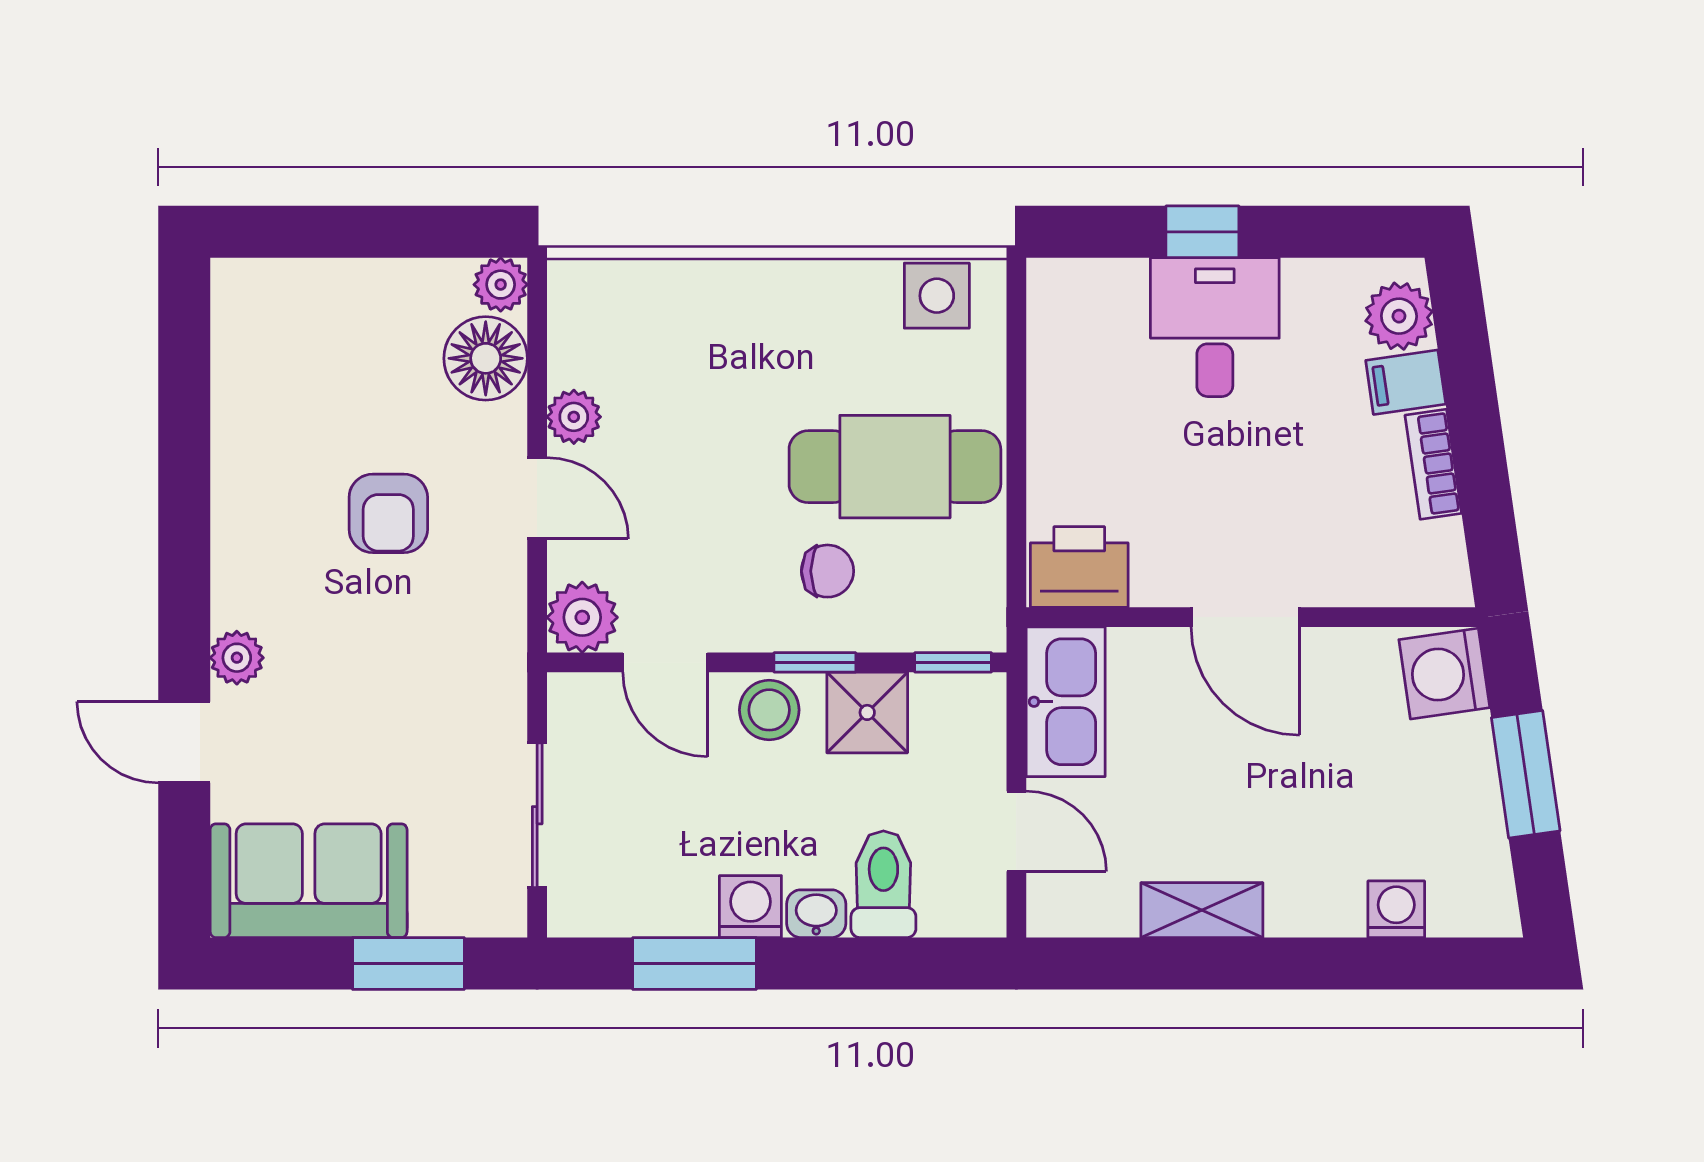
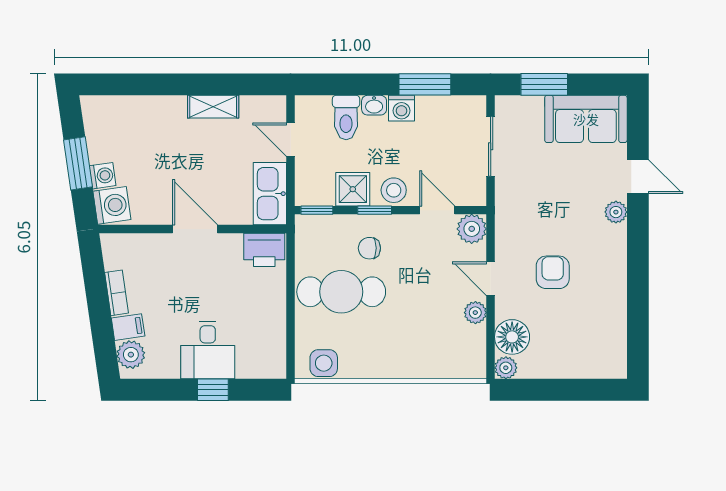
washing machine: (1396, 909) -> (103, 176), moved, turned -98

